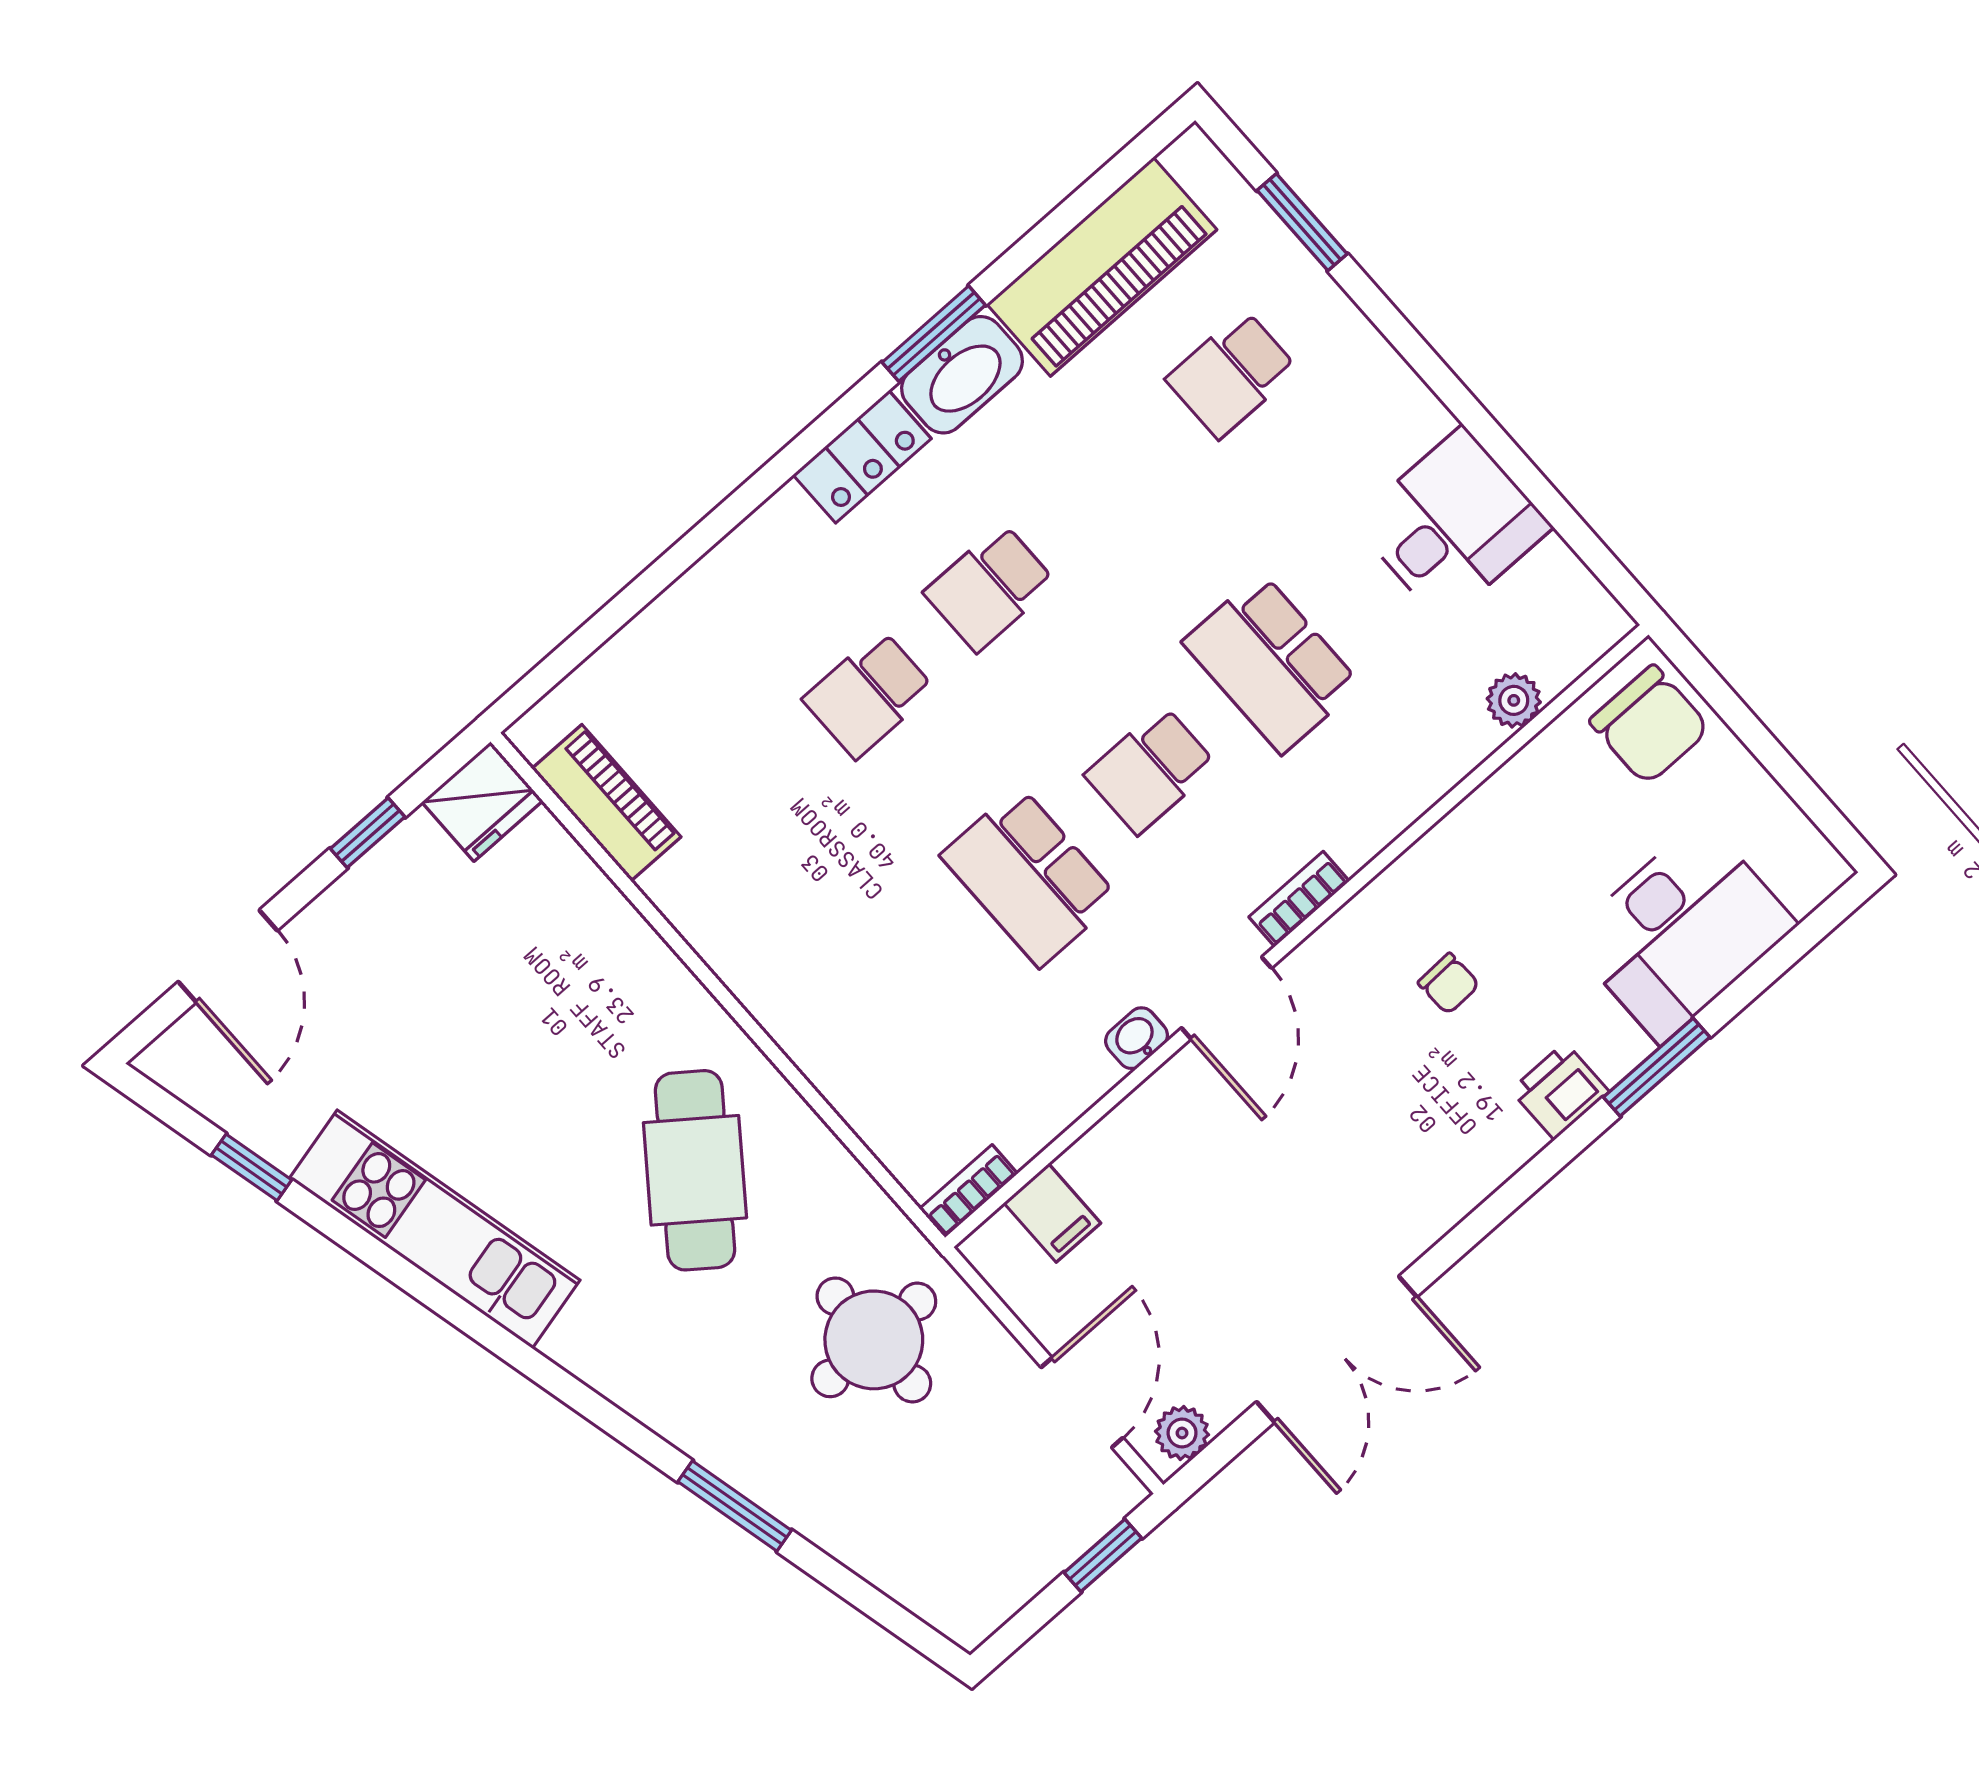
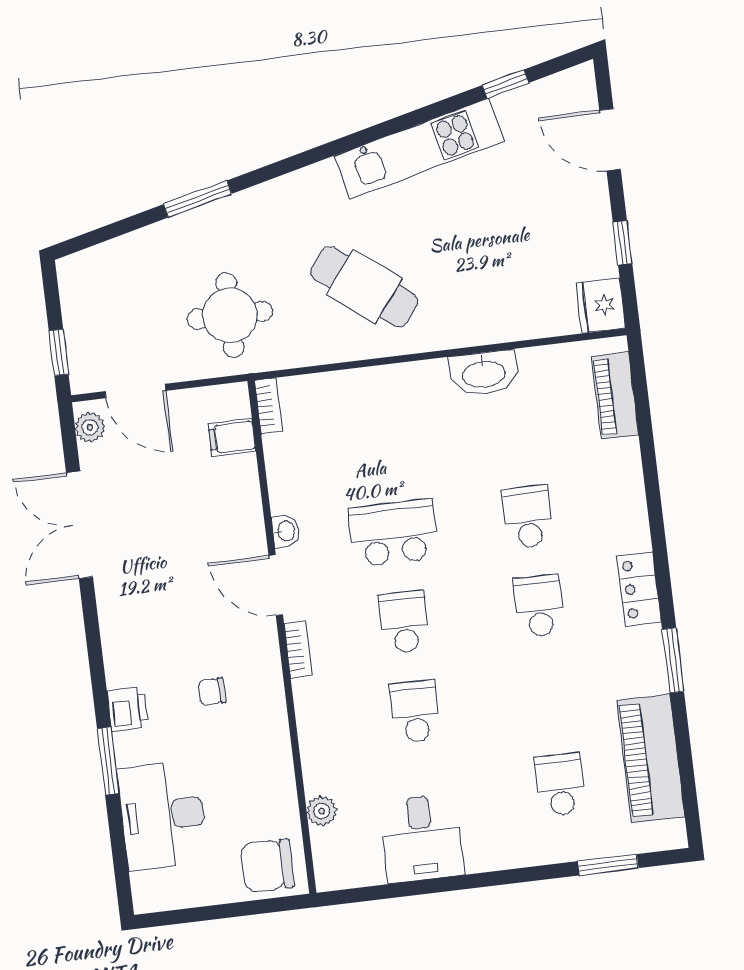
washbasin: (962, 375) -> (484, 373), moved, turned -90
school desk: (1272, 663) -> (415, 711), width x0.54
piano: (606, 803) -> (615, 396), moved, turned 90

